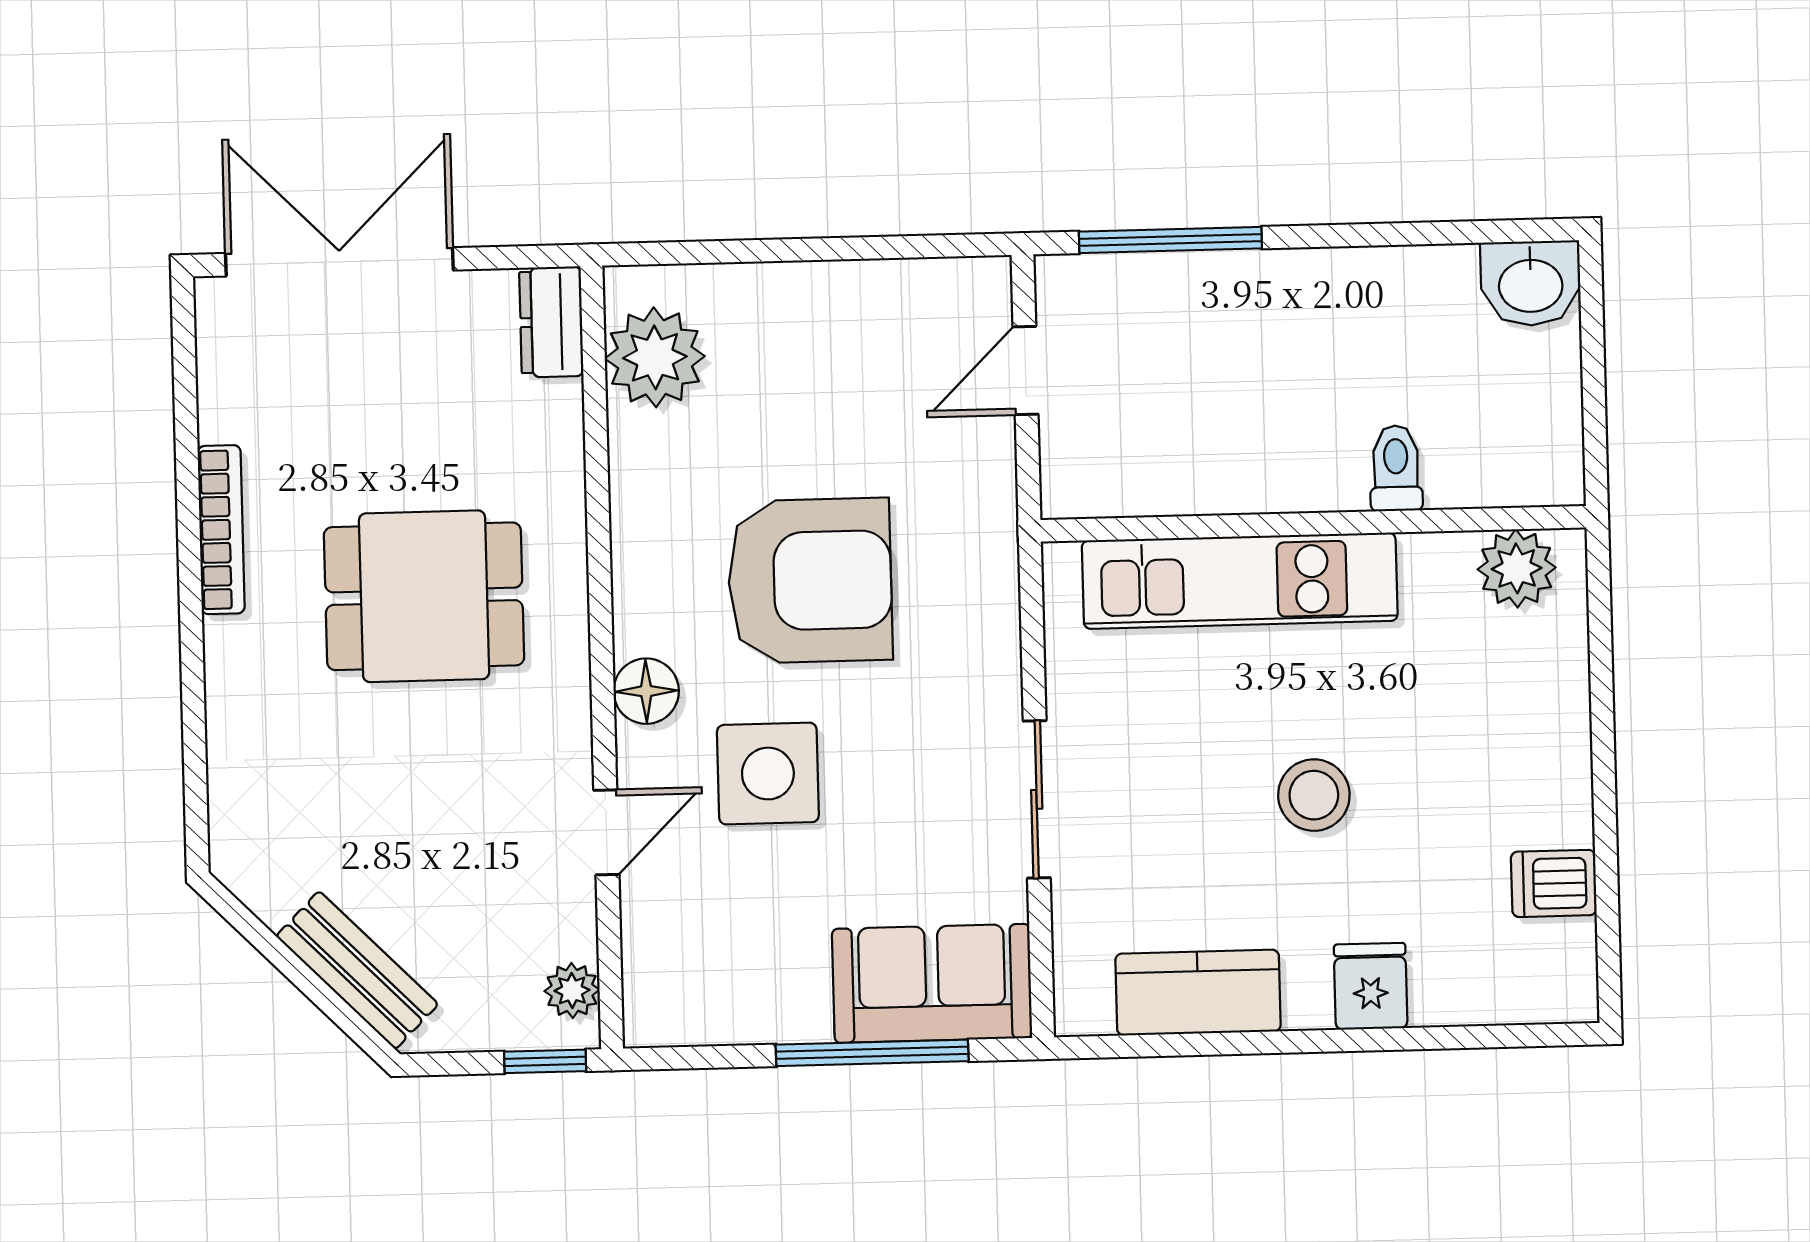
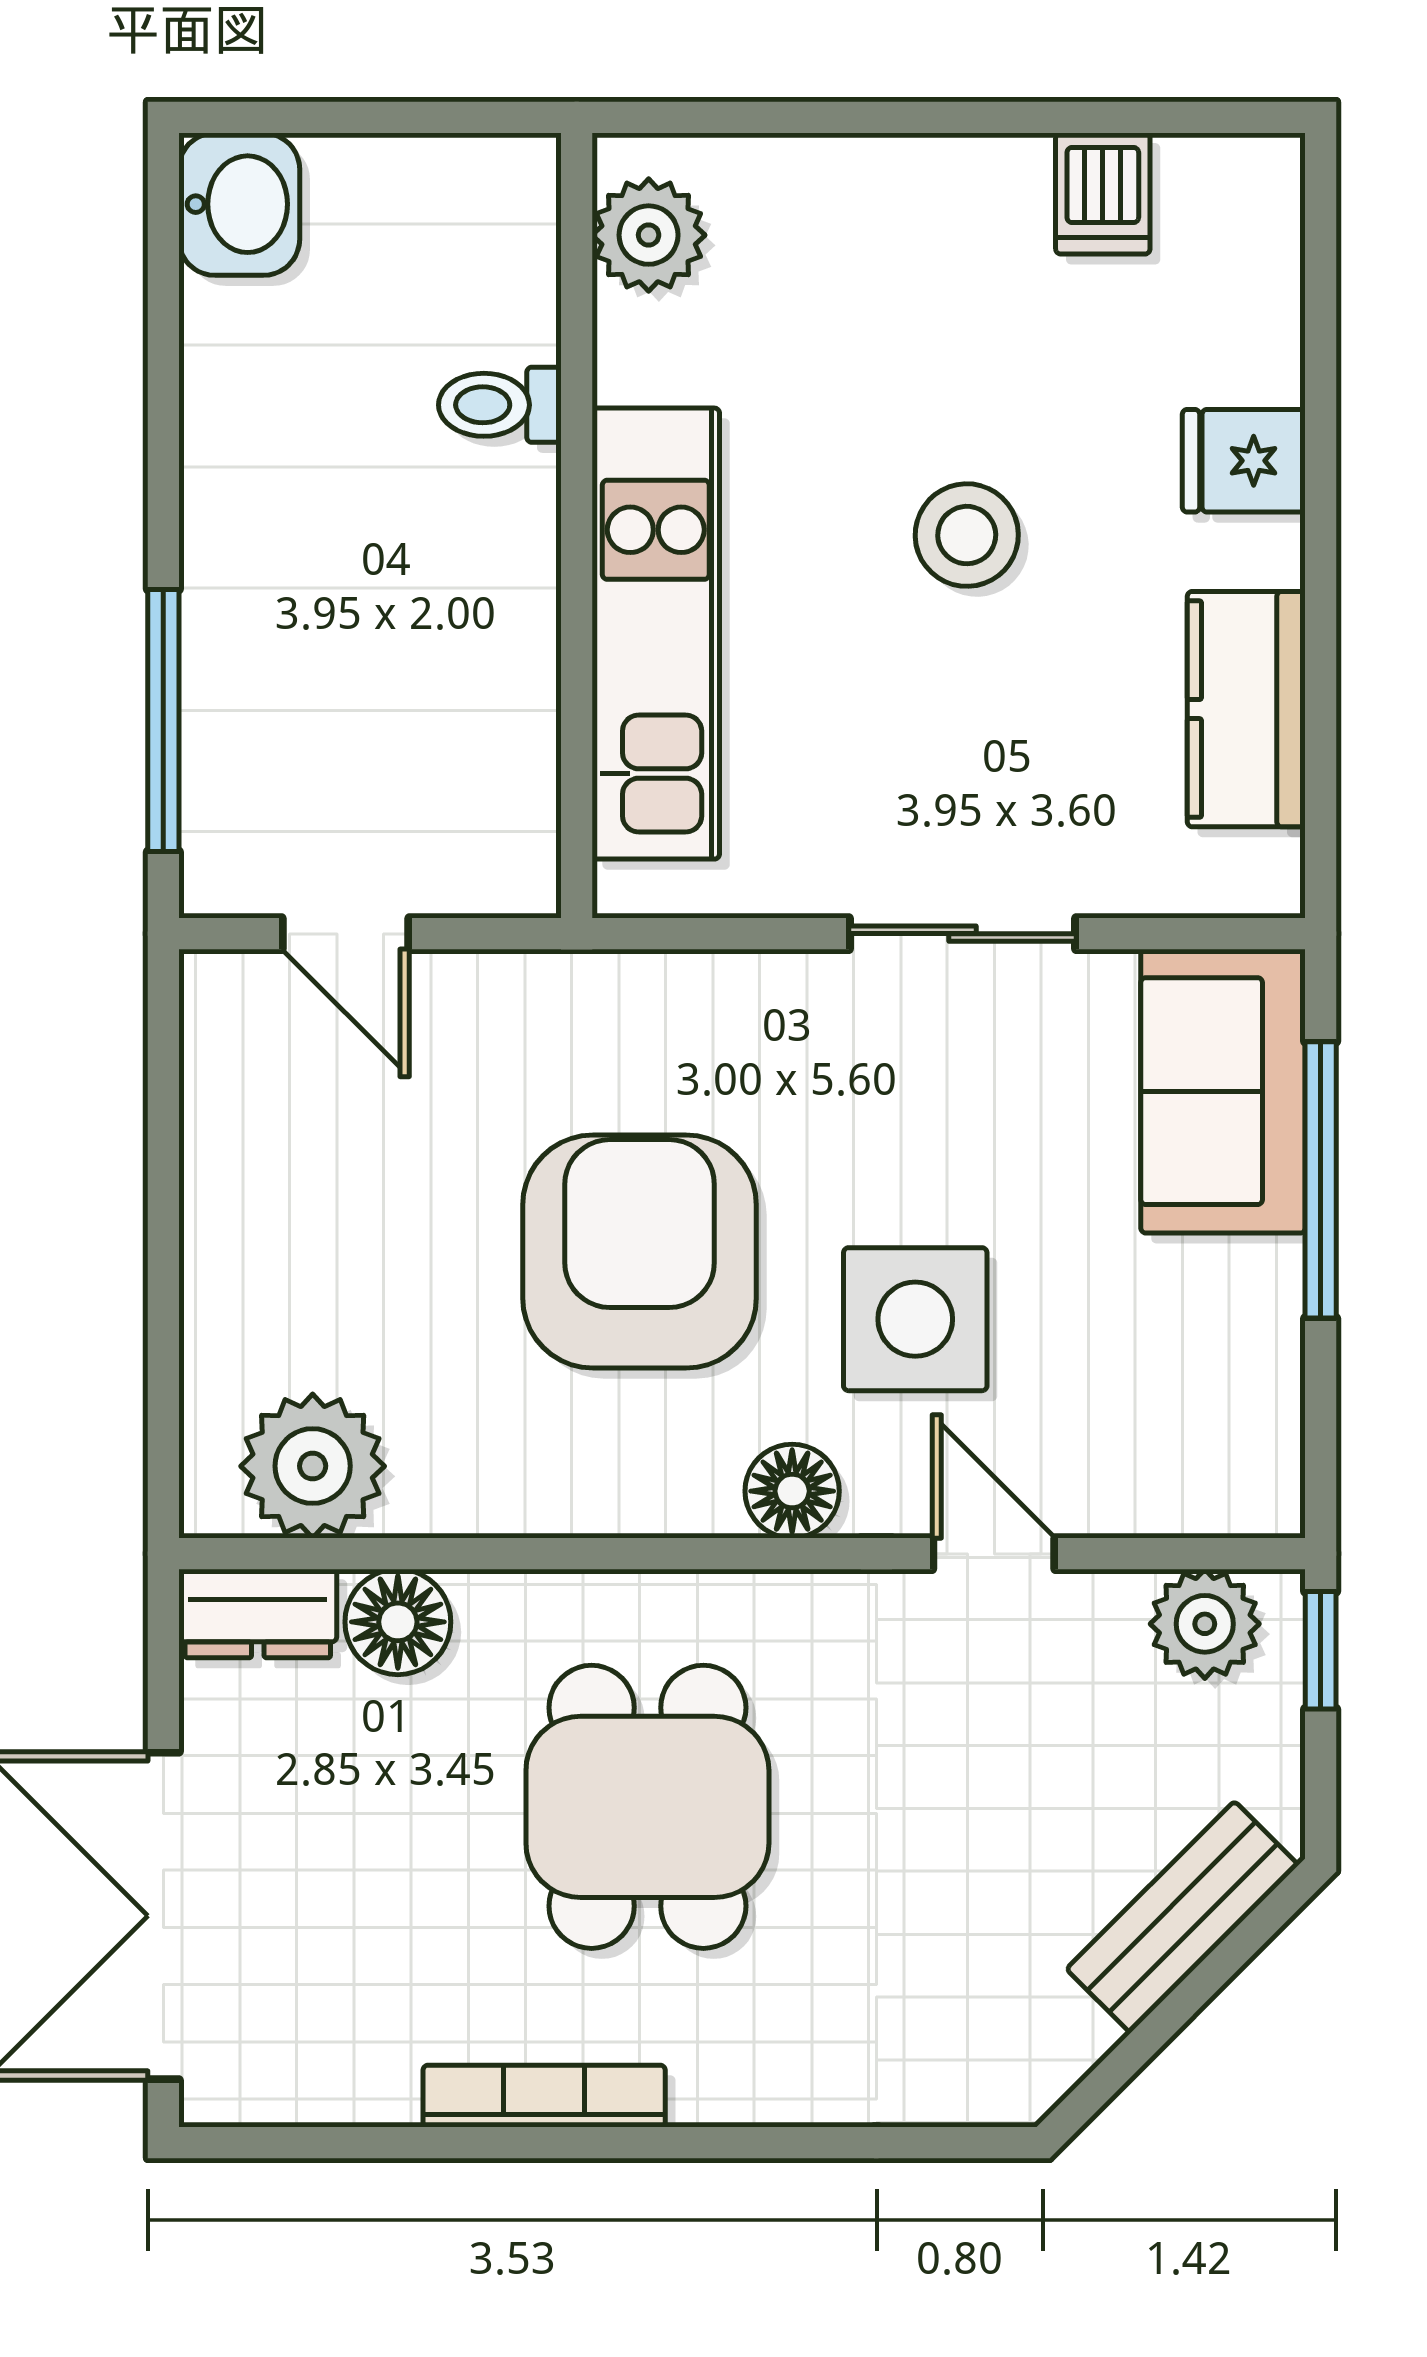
floor lamp: (548, 419) -> (398, 1622), added
plant: (572, 990) -> (1205, 1624), width x1.38, depth x1.38

